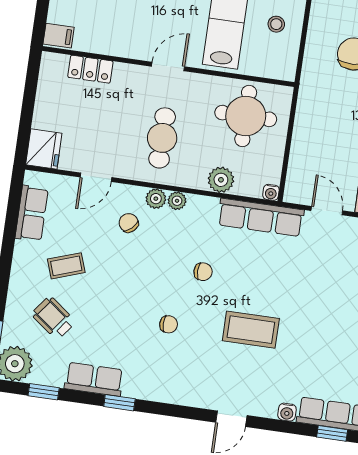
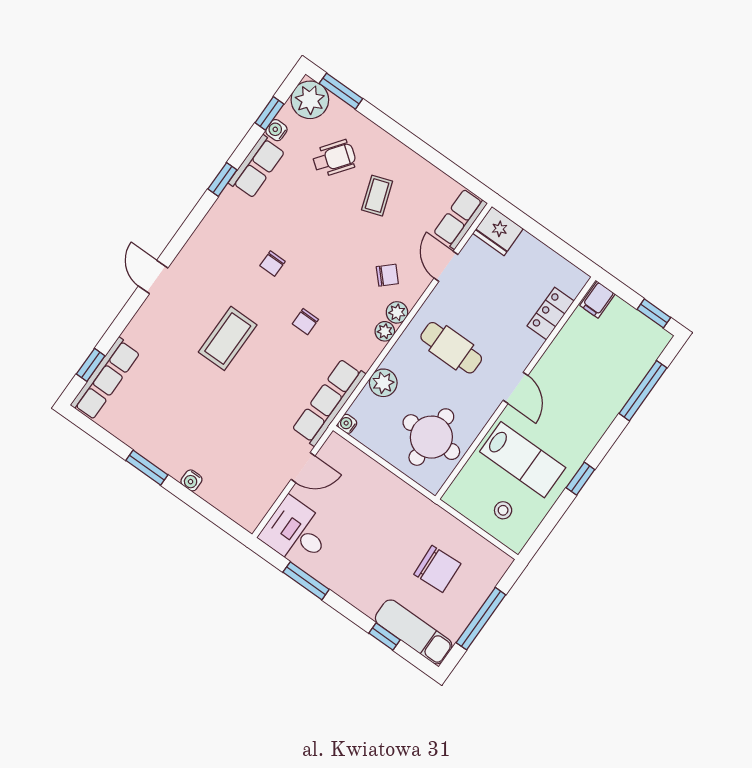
row of seats: (32, 213) -> (460, 219), moved, turned 90
water cooler: (287, 412) -> (276, 130), moved

